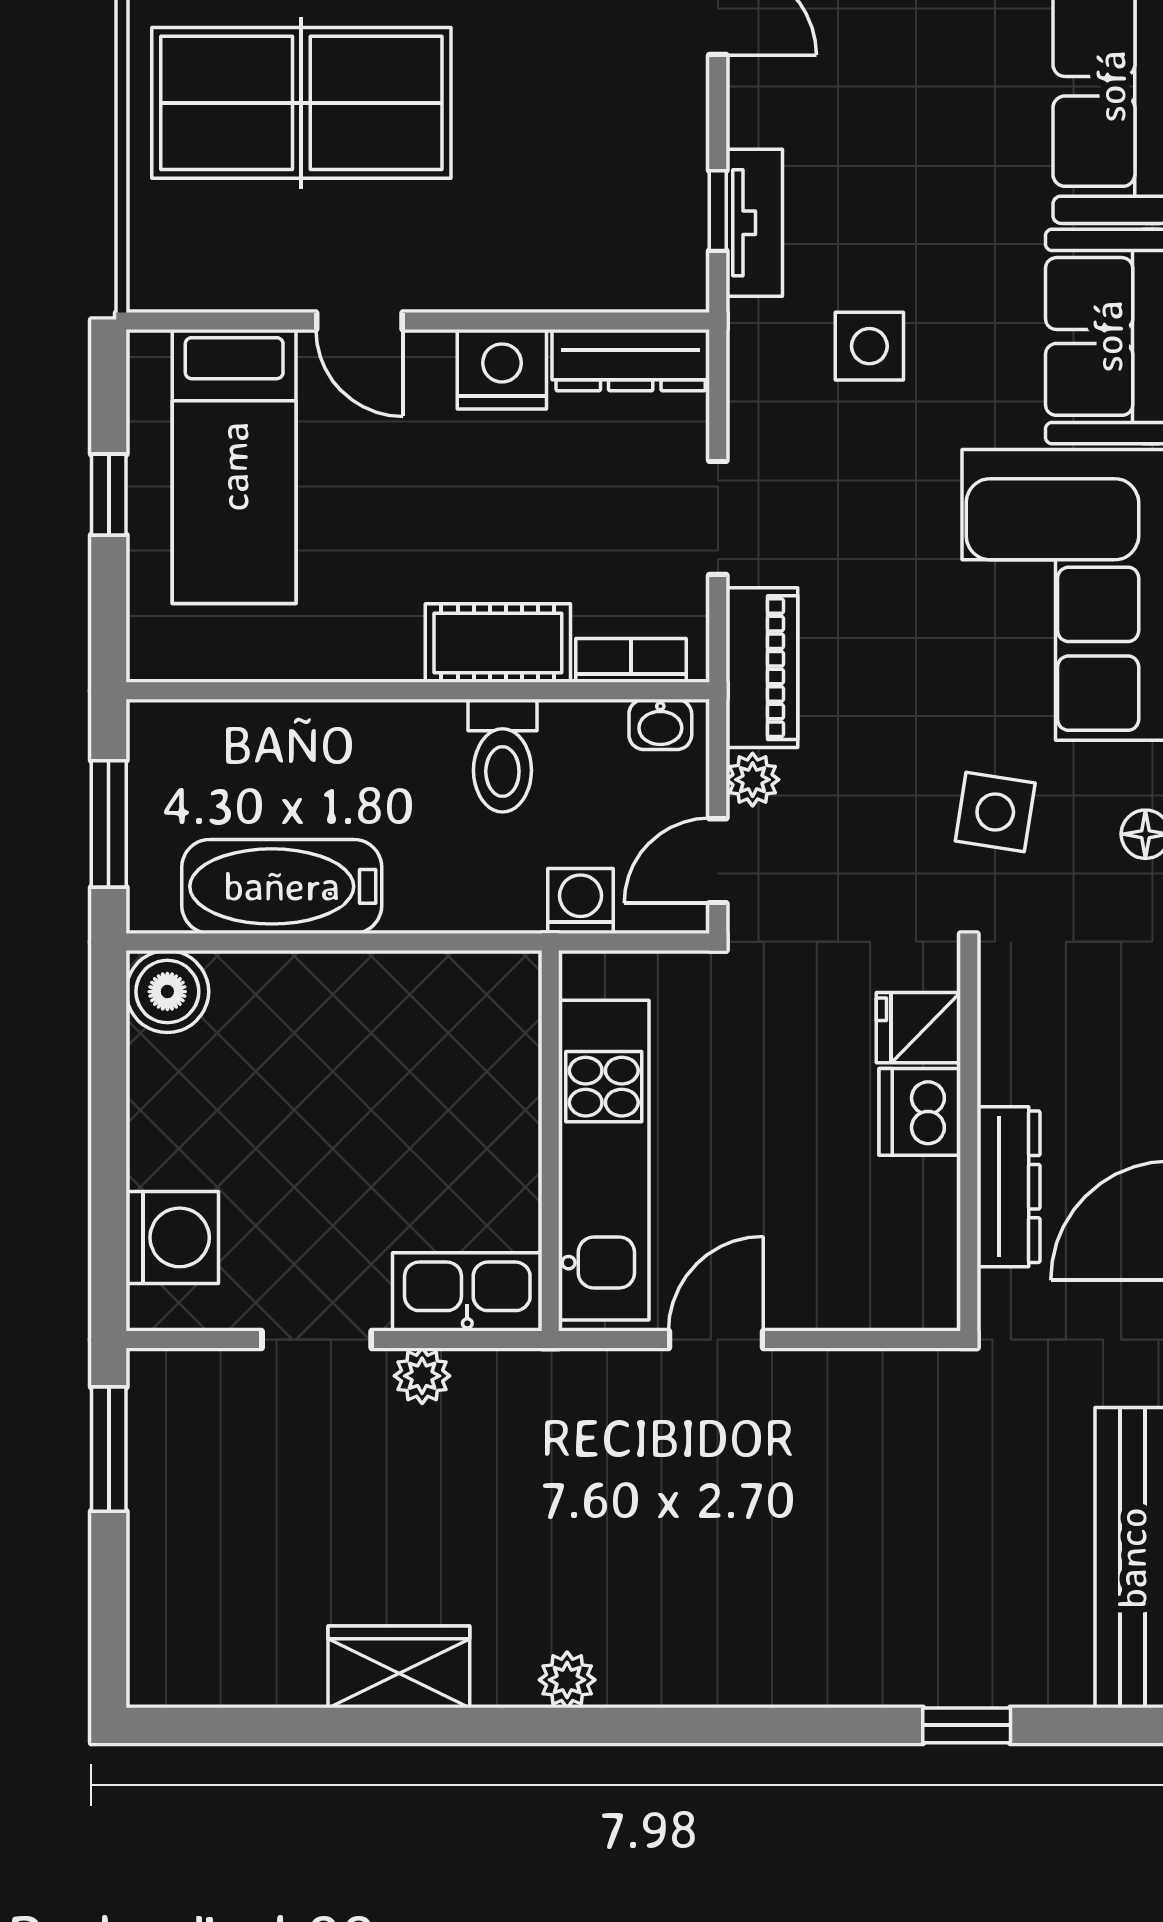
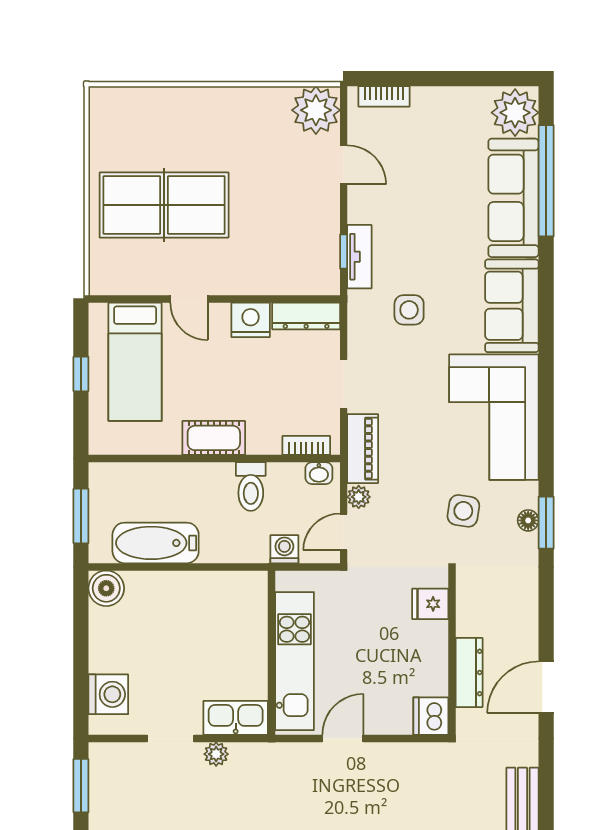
cot: (498, 643) -> (214, 438), moved
dishwasher: (920, 1112) -> (431, 716), moved

